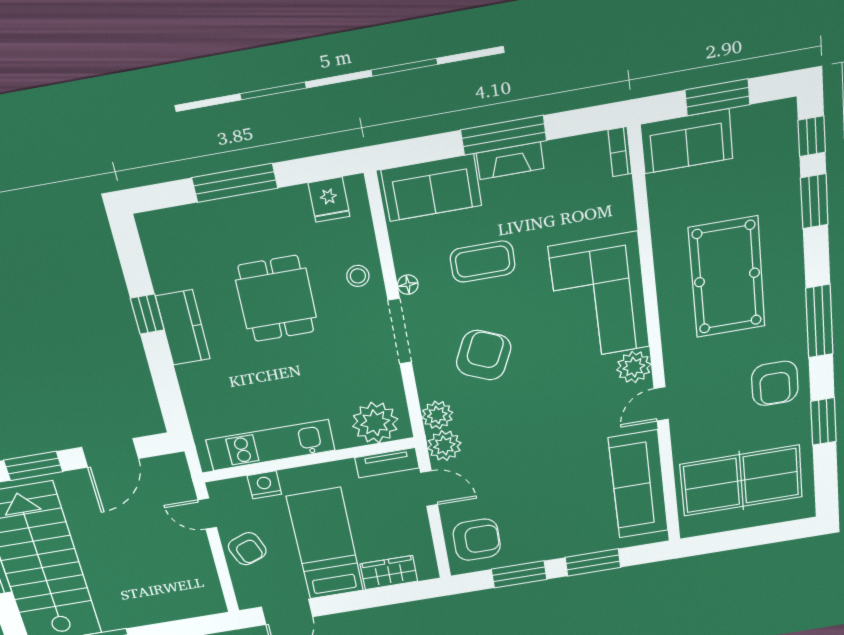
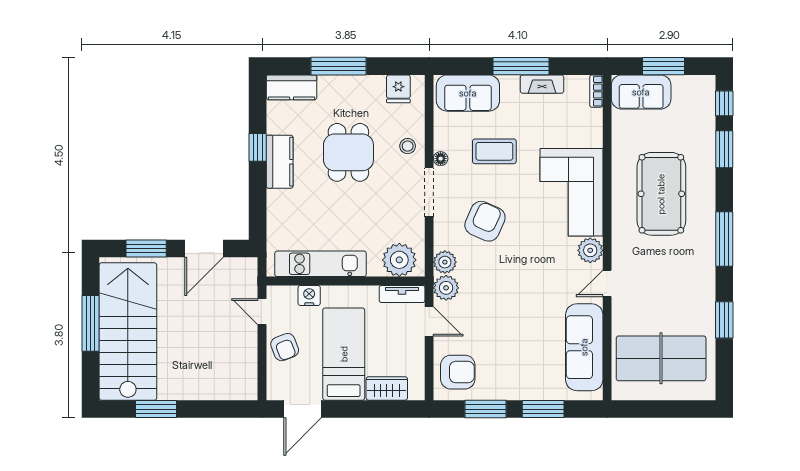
fireplace: (510, 161) -> (542, 84), moved
kitchen counter: (174, 225) -> (292, 87), added
armchair: (775, 383) -> (690, 282), removed

